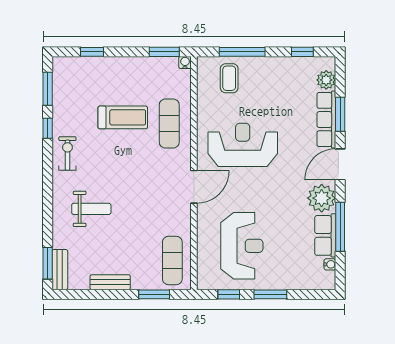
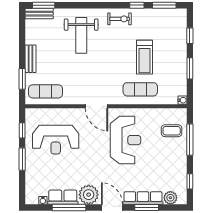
window: (164, 52) -> (190, 68), moved
weight bench: (91, 209) -> (81, 35), width x1.36, depth x1.33
bench: (110, 282) -> (30, 59), moved

